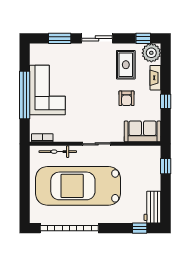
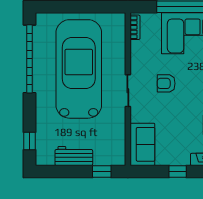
armchair: (127, 98) -> (166, 83), moved
bicycle: (58, 152) -> (119, 45), removed
workbench: (152, 207) -> (74, 156), moved

